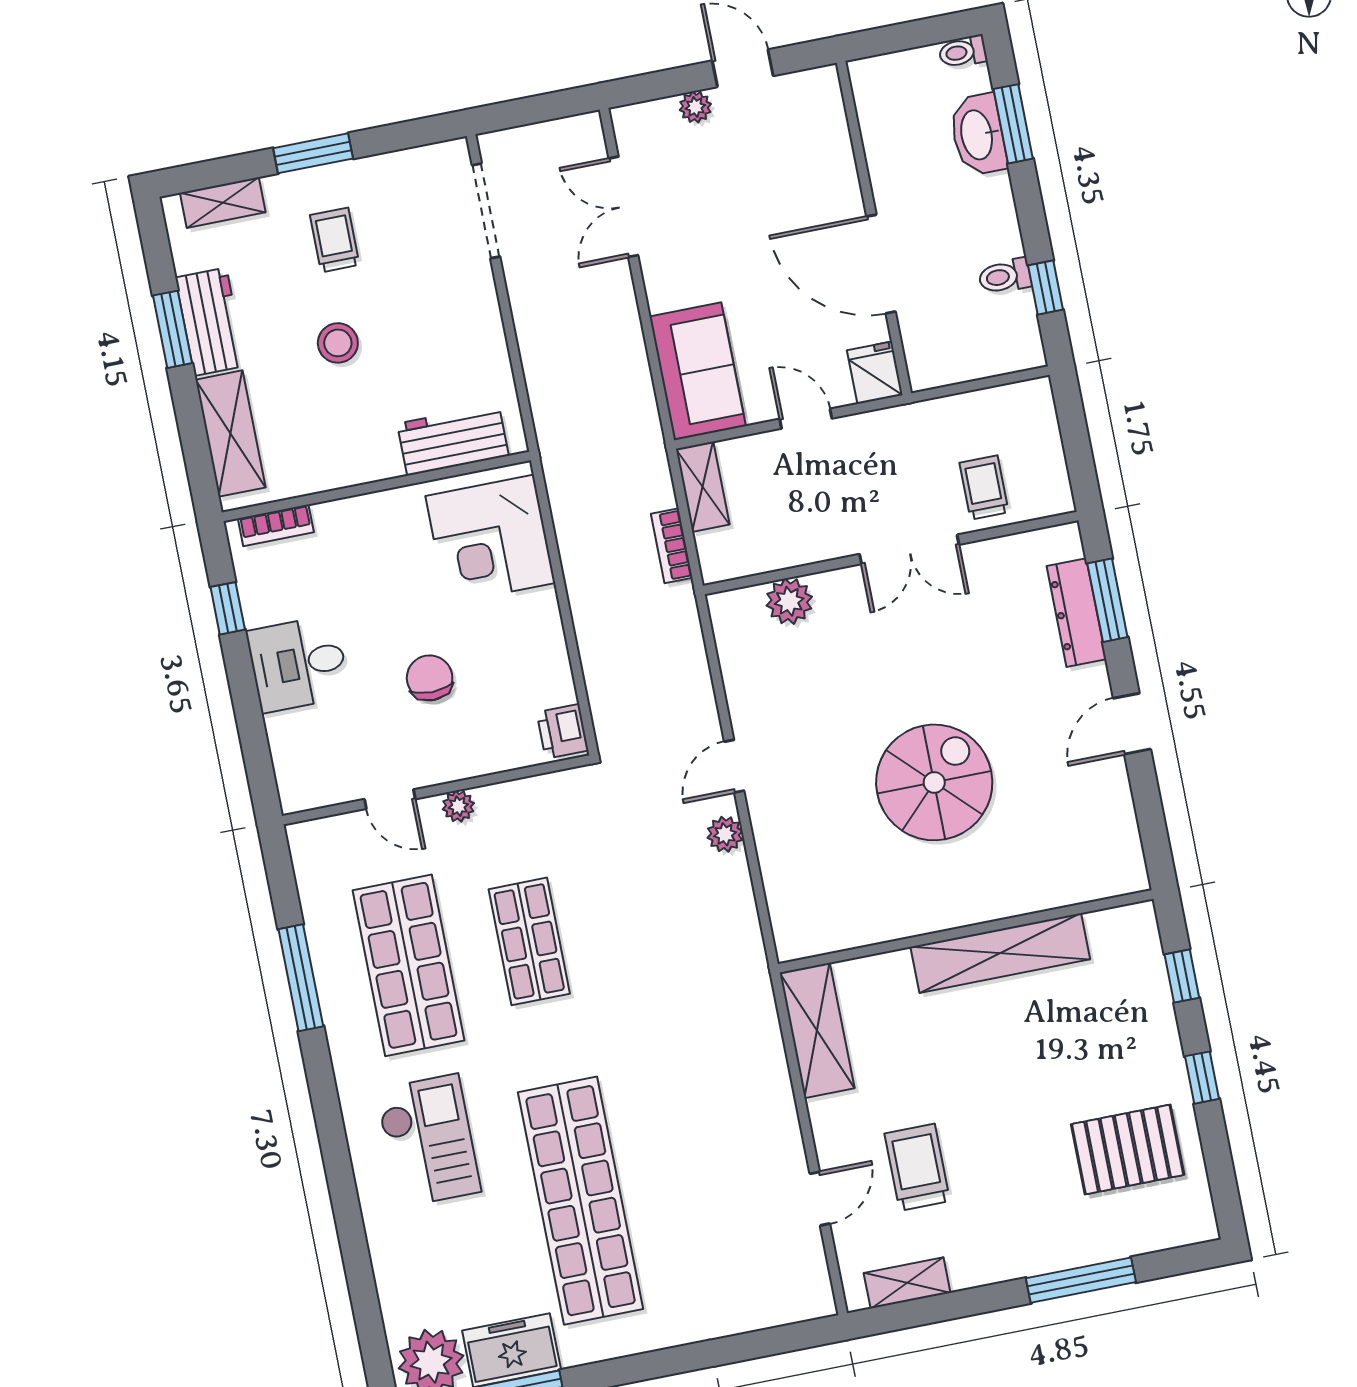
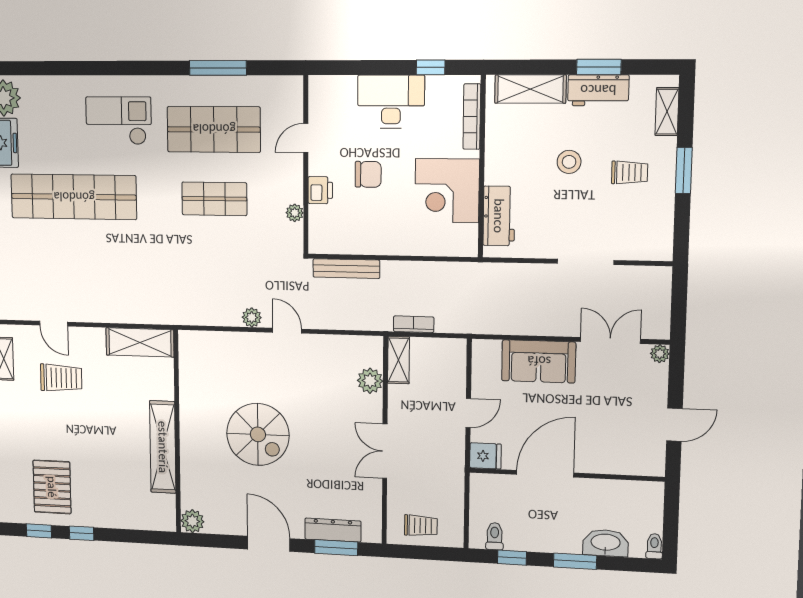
plant: (695, 107) -> (660, 354), moved
window: (1013, 124) -> (575, 561), moved
doorway: (486, 211) -> (585, 262), moved
toilet: (1005, 276) -> (495, 536), moved
sofa: (698, 371) -> (539, 361), moved
shelving: (703, 487) -> (399, 360), moved, turned 90
trolley: (984, 487) -> (421, 526), moved
bookcase: (276, 525) -> (472, 117), width x1.56
corner desk: (490, 539) -> (447, 191), moved, turned -90
desk: (298, 664) -> (391, 102), width x1.37
bench: (601, 683) -> (346, 269), added
door: (1132, 724) -> (269, 544), width x1.37
printer: (563, 731) -> (320, 190), moved, turned 90
plant: (458, 806) -> (295, 213), moved
plant: (1125, 872) -> (192, 521), added
window: (1182, 976) -> (39, 531), moved
checkout: (428, 1141) -> (119, 121), turned 180

